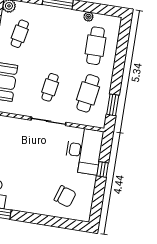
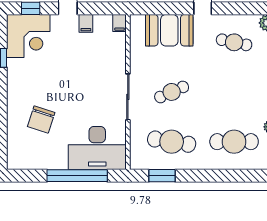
cafe table: (50, 87) -> (172, 92), turned -33
window: (102, 169) -> (77, 176), width x3.17
chair: (65, 196) -> (41, 119), moved

